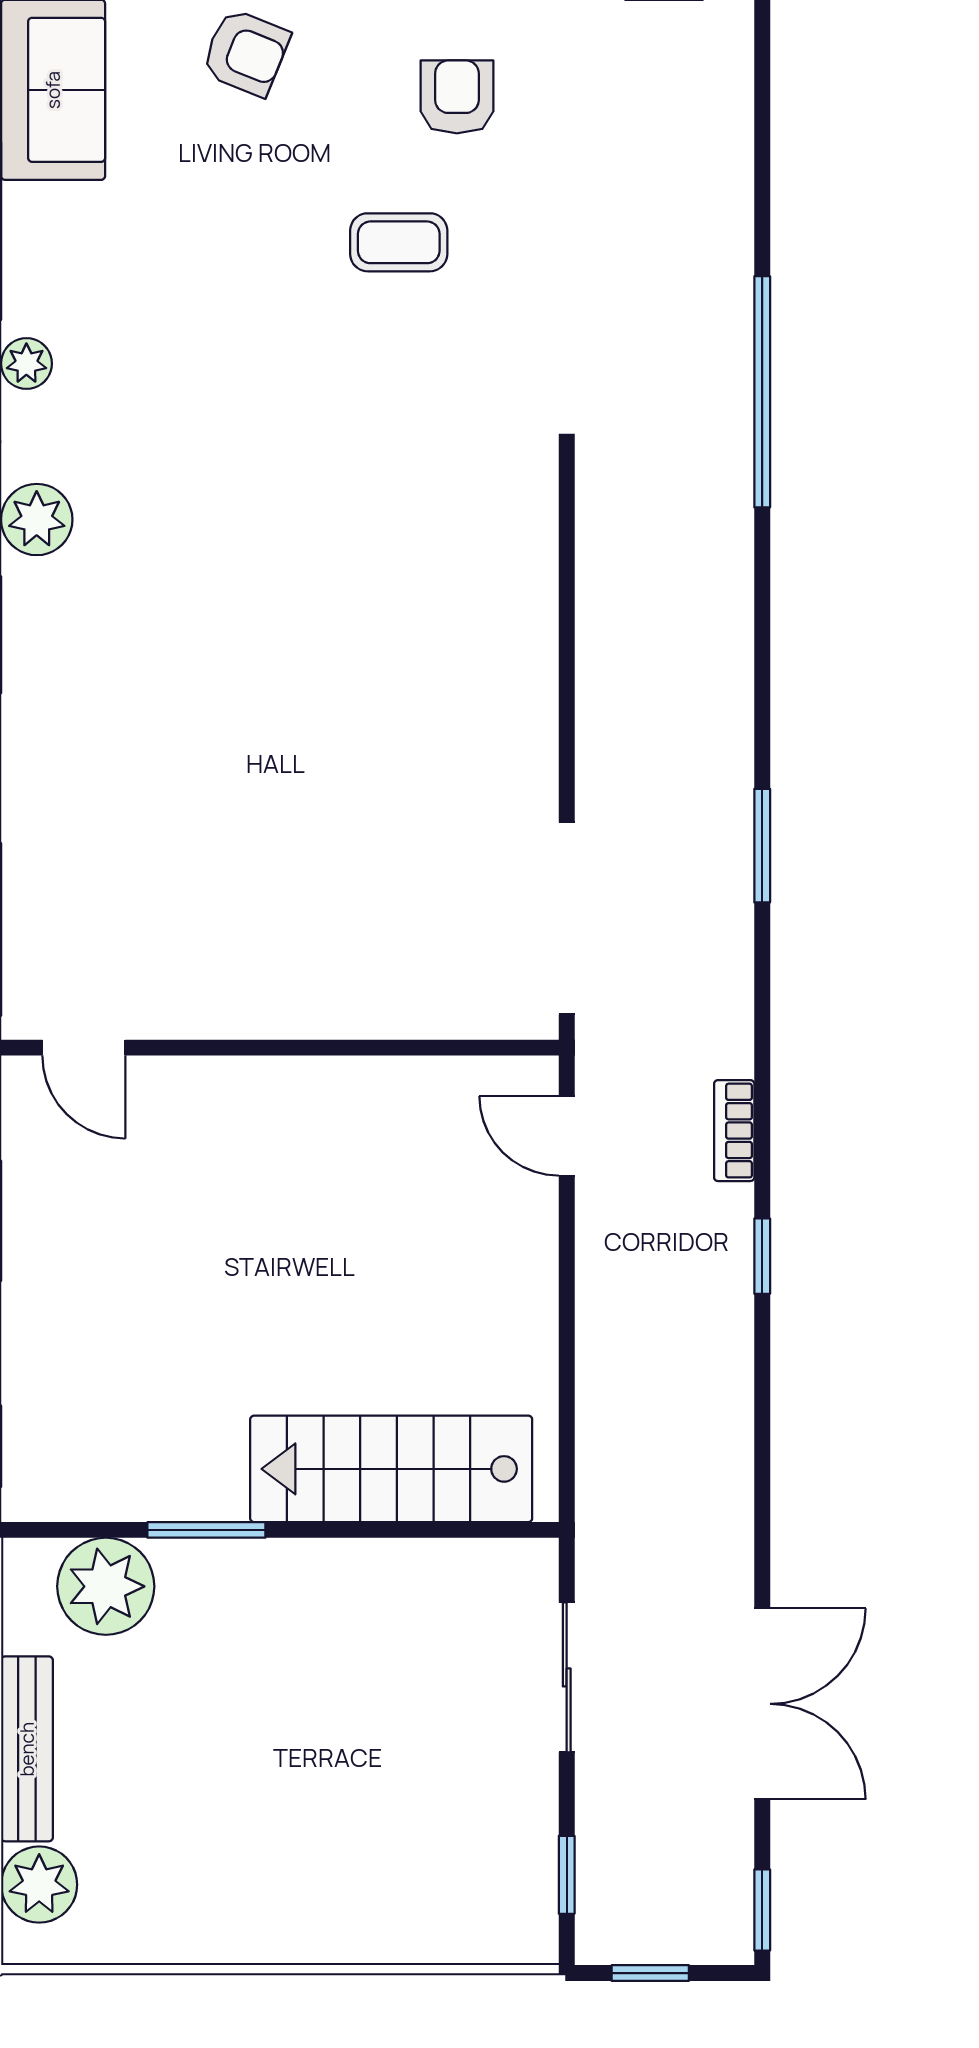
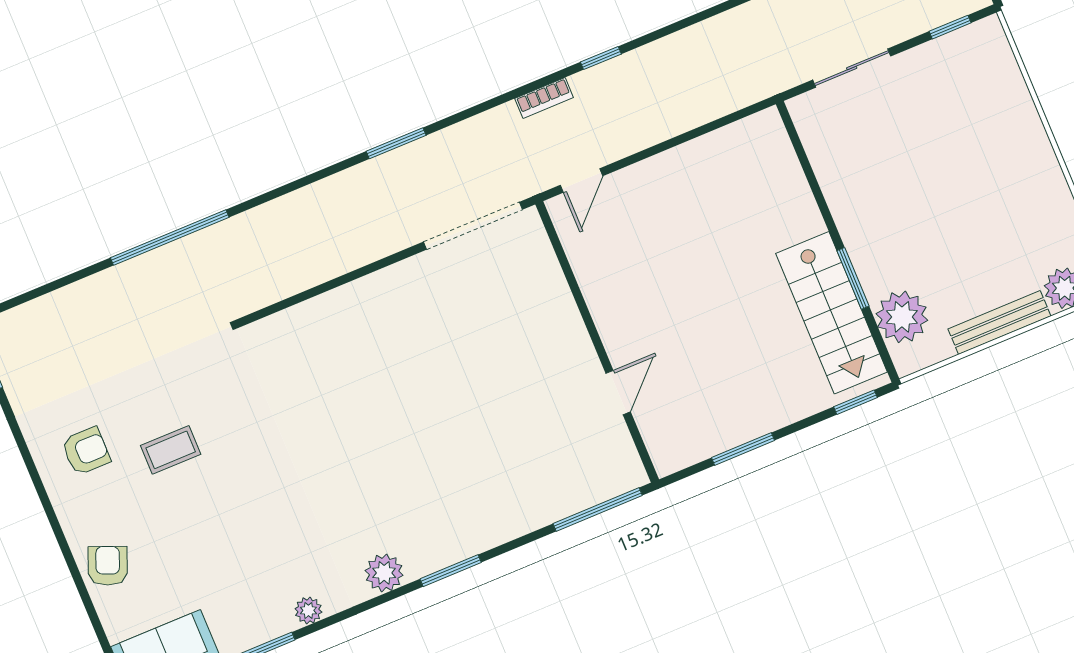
armchair: (457, 97) -> (86, 451), turned 180
coffee table: (399, 242) -> (171, 450), turned 90
door: (84, 1048) -> (618, 393), moved
stairs: (391, 1469) -> (832, 313), moved

